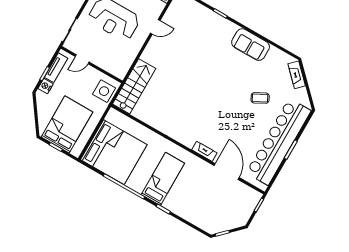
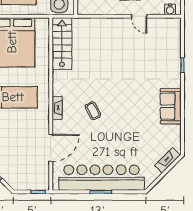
stairs: (134, 86) -> (62, 44), moved, turned -90
coffee table: (260, 98) -> (93, 111), moved
fireplace: (204, 151) -> (57, 108), moved

